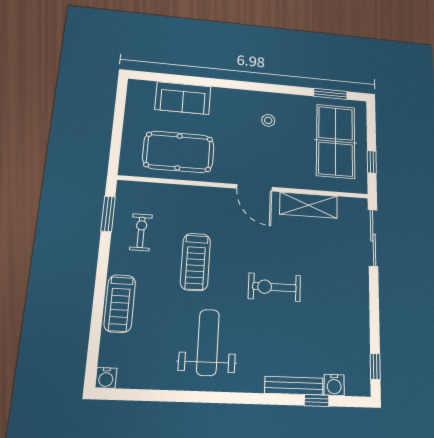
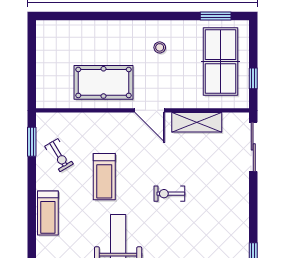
sofa: (183, 98) -> (84, 34), removed
pool table: (178, 152) -> (104, 82), moved
exercise bike: (141, 232) -> (59, 155), turned 149
exercise bike: (274, 287) -> (169, 194), width x0.73, depth x0.72

